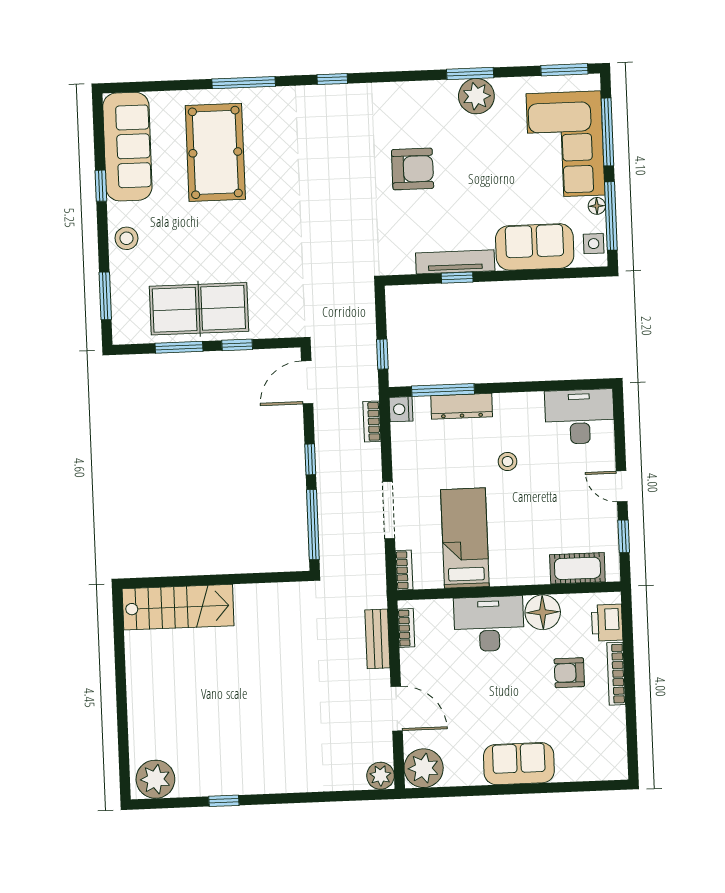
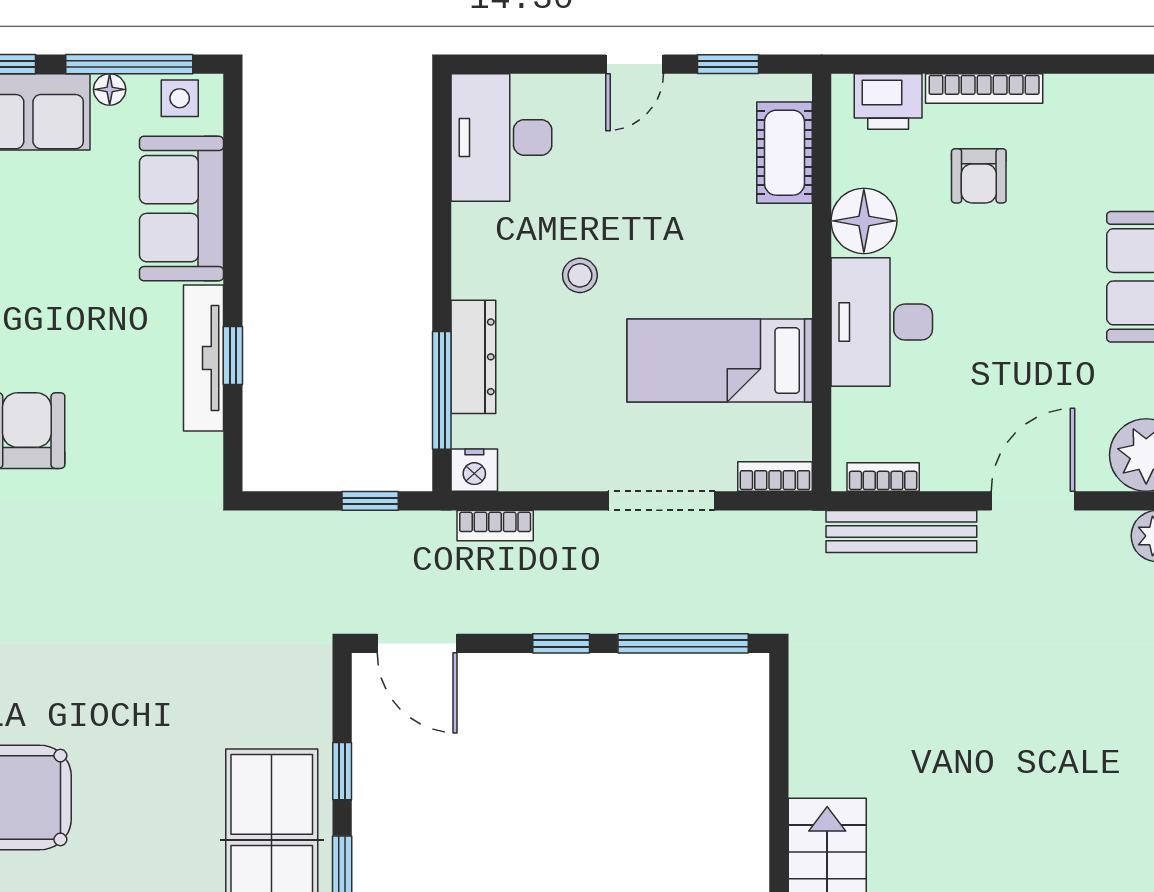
bench: (377, 639) -> (901, 531), width x1.36

